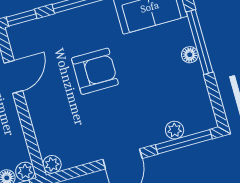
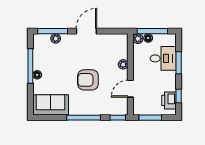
window: (200, 42) -> (30, 66), moved
plant: (52, 164) -> (123, 64), moved

